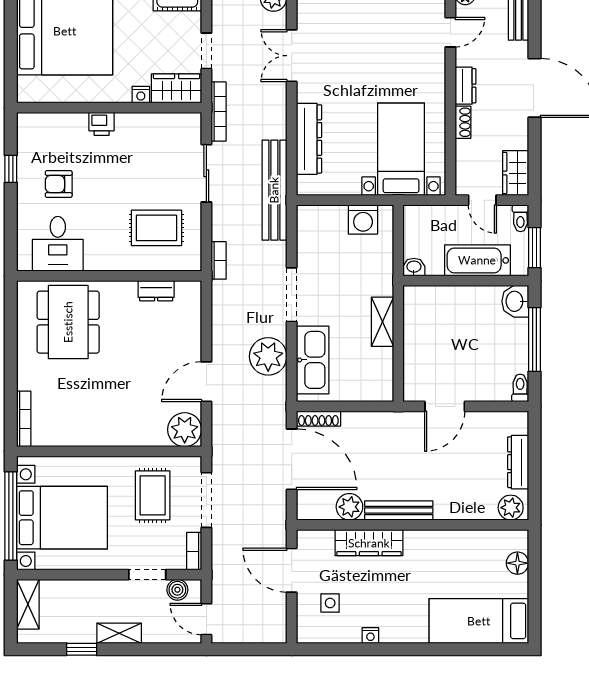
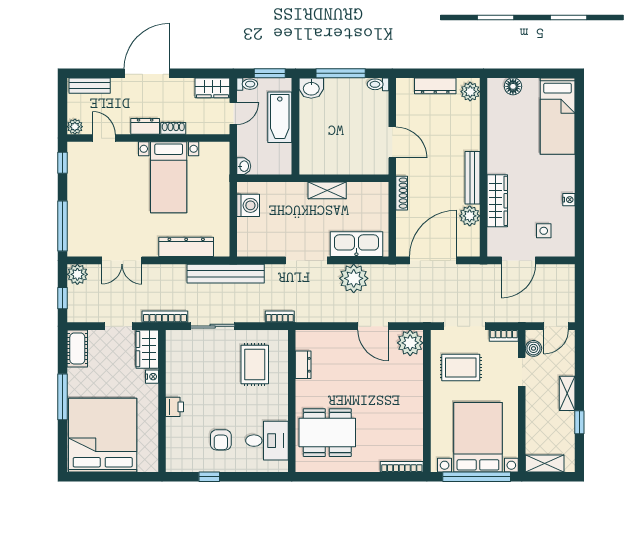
bed with nightstands: (401, 149) -> (169, 177), moved, turned -90
washbasin: (414, 267) -> (244, 166), moved, turned 180
shoe rack: (318, 419) -> (402, 193), moved

